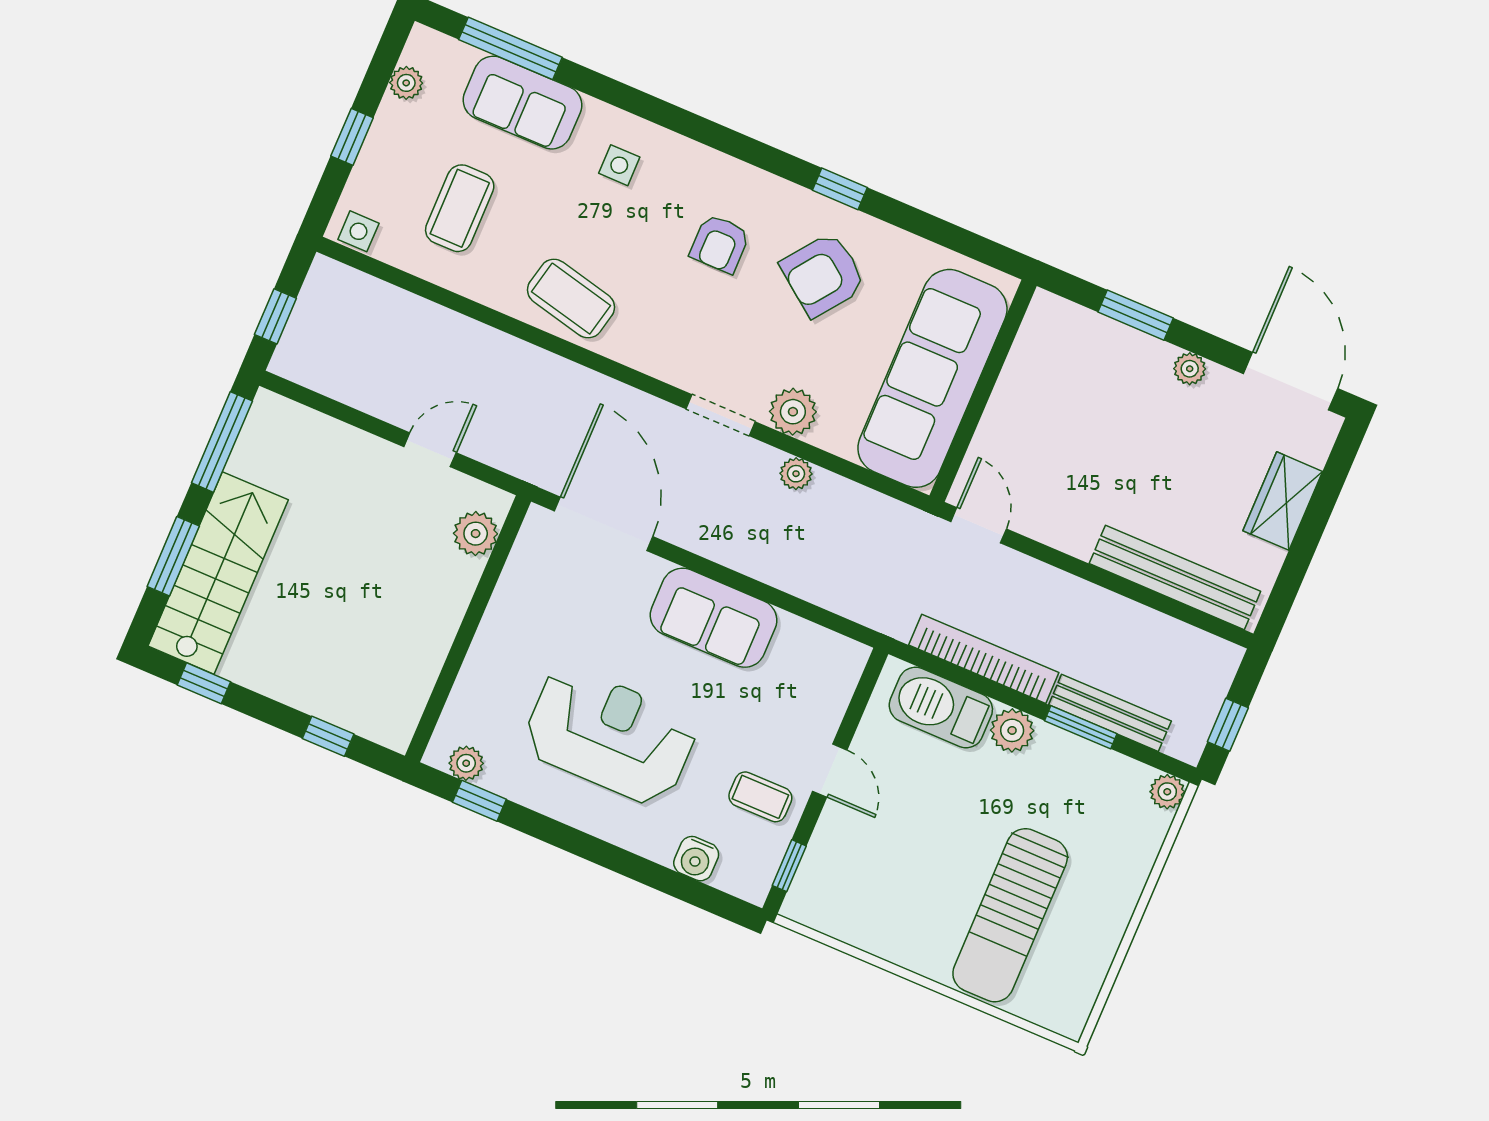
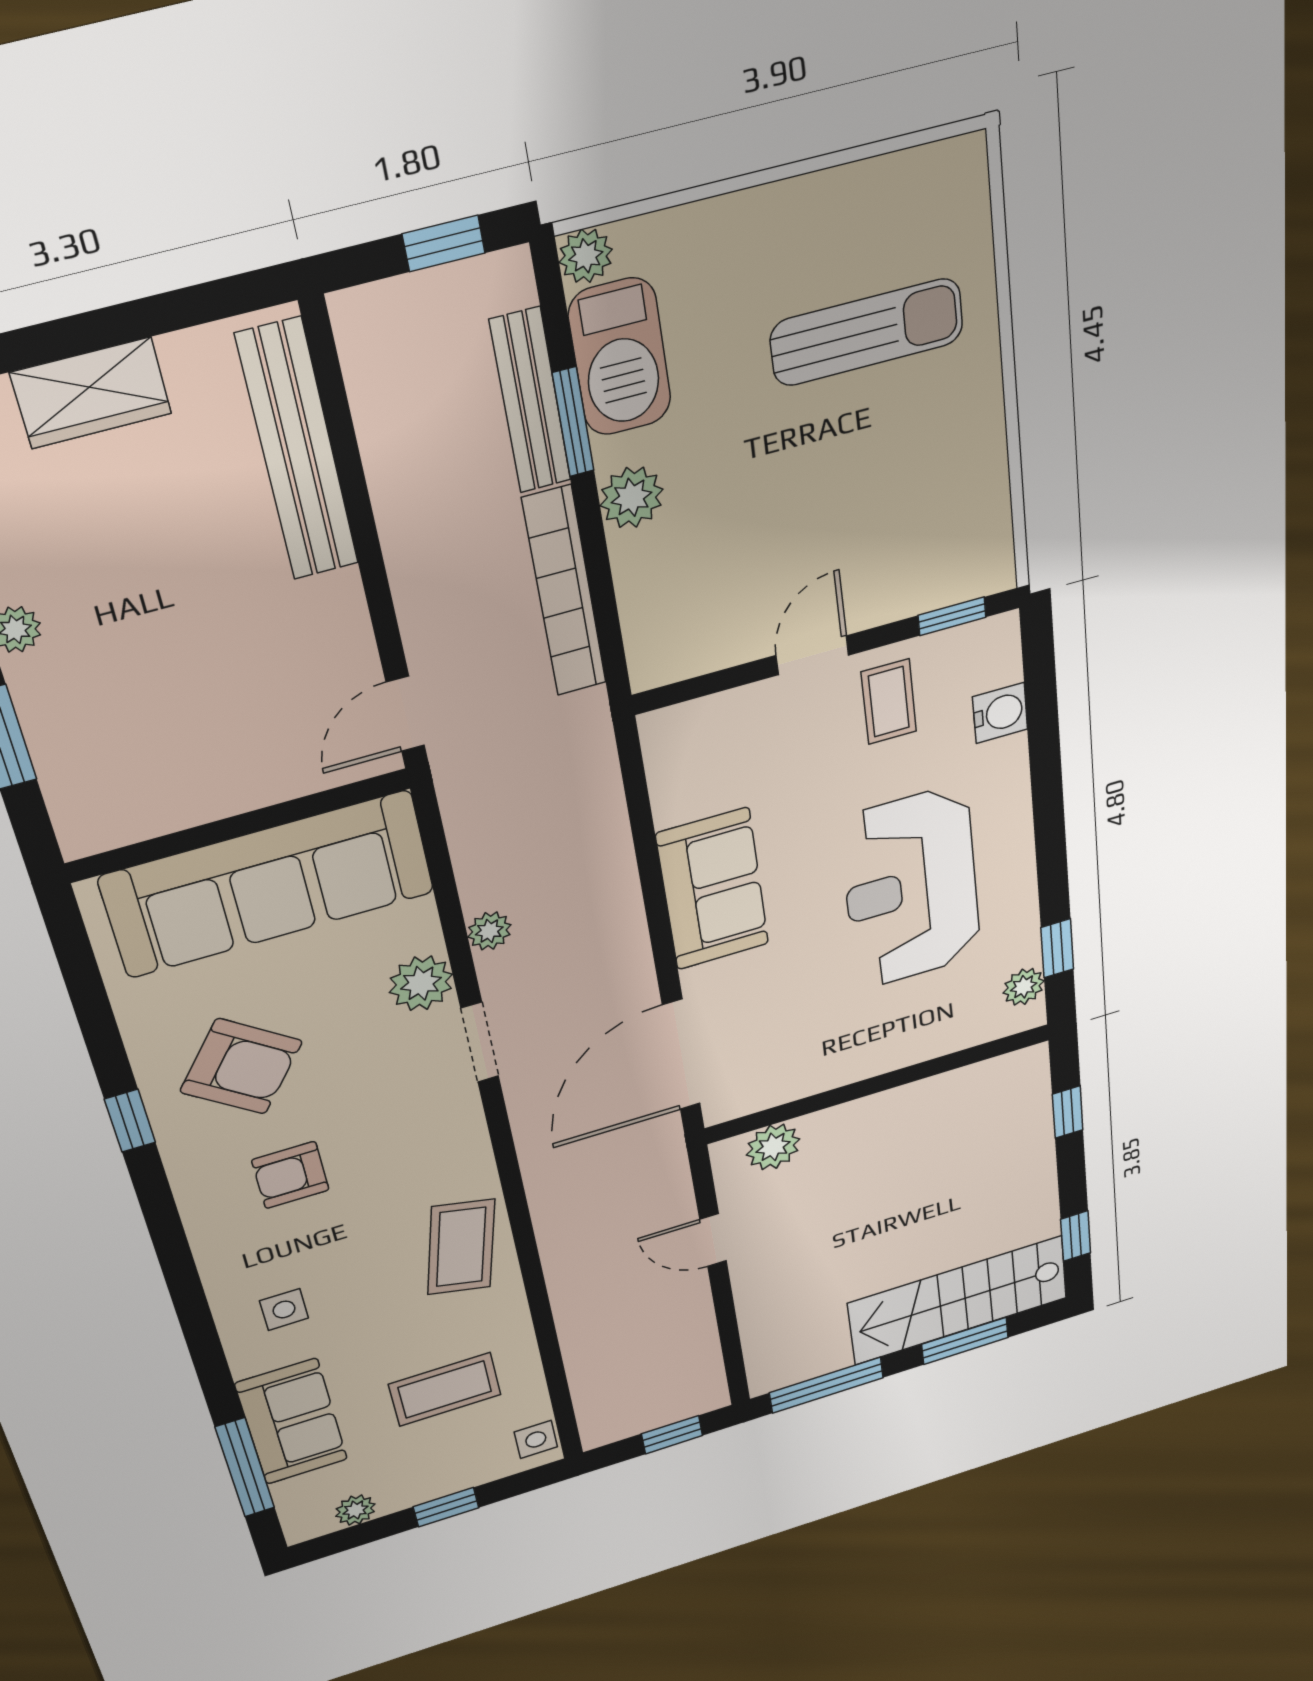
armchair: (720, 244) -> (290, 1175), turned 180
barbecue: (941, 707) -> (620, 357), moved
sun lounger: (1010, 915) -> (867, 332), width x0.73, depth x0.75

